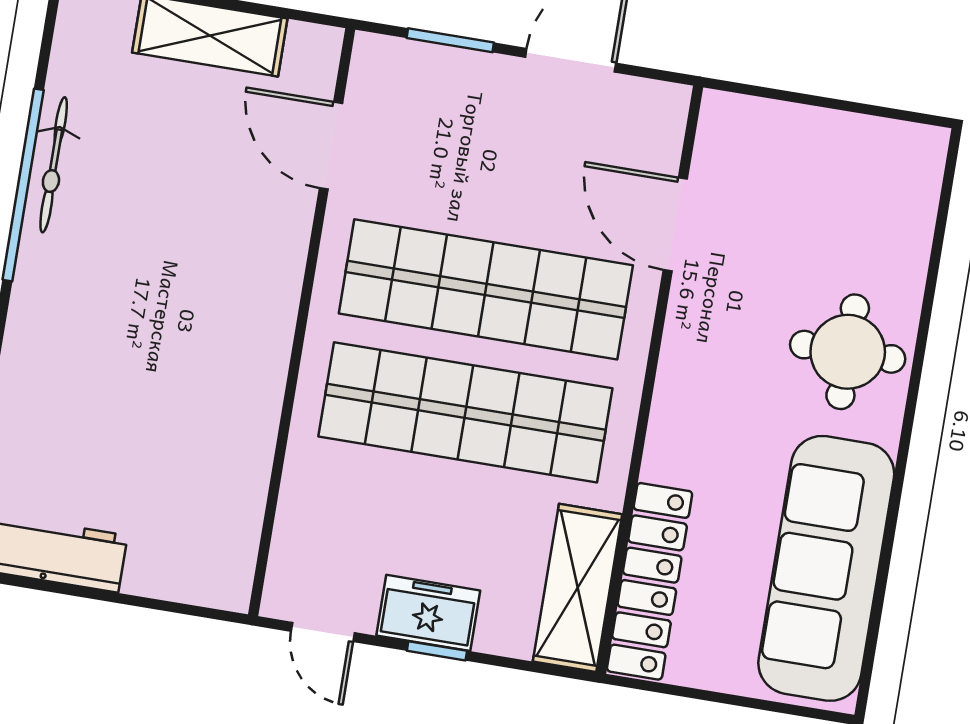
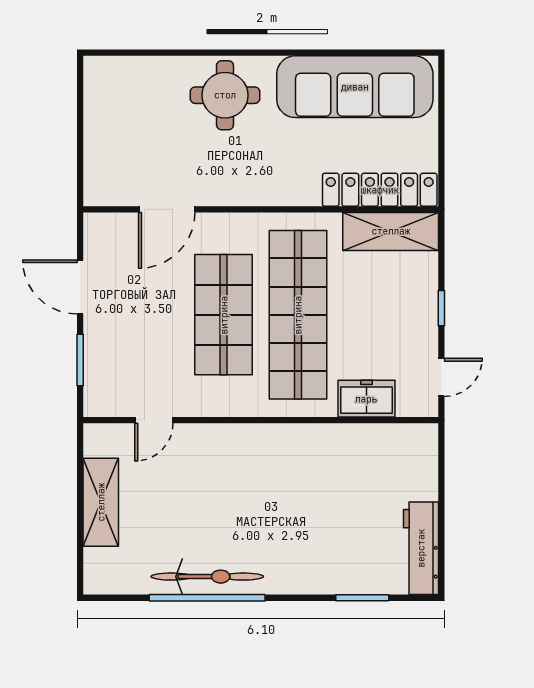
door: (331, 146) -> (154, 420), width x0.73
bicycle: (54, 165) -> (207, 577), width x1.37, depth x1.40
shop shelf: (486, 289) -> (224, 315), width x0.71
freezer: (428, 613) -> (366, 399), moved, turned 90

